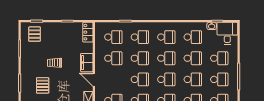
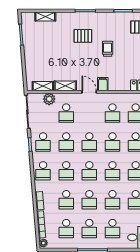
filing cabinet: (87, 63) -> (103, 84), width x0.50
door: (94, 80) -> (89, 92), hinge flipped

